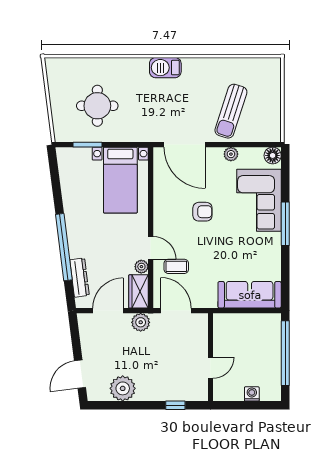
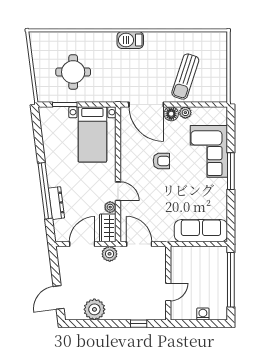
floor lamp: (273, 155) -> (171, 114), moved
coffee table: (176, 266) -> (139, 207), removed
dresser: (79, 278) -> (56, 203), moved

